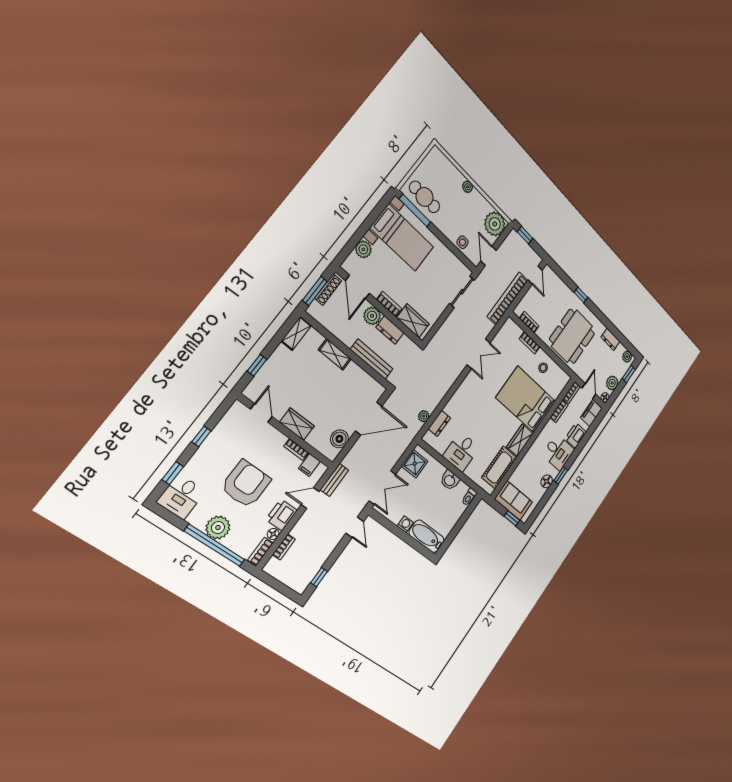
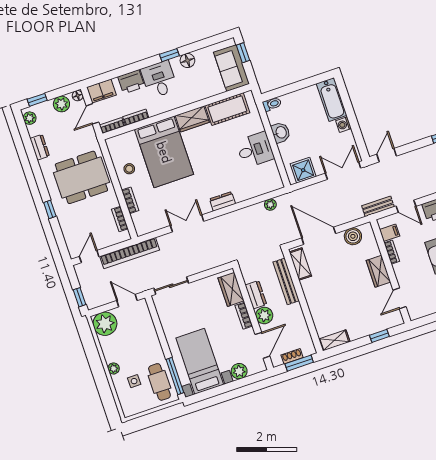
side table: (463, 242) -> (134, 381), moved
door: (489, 256) -> (127, 301), swing flipped
shoe rack: (328, 290) -> (292, 356), width x0.70
shelving: (335, 354) -> (300, 264), moved
dresser: (439, 423) -> (222, 201), moved

